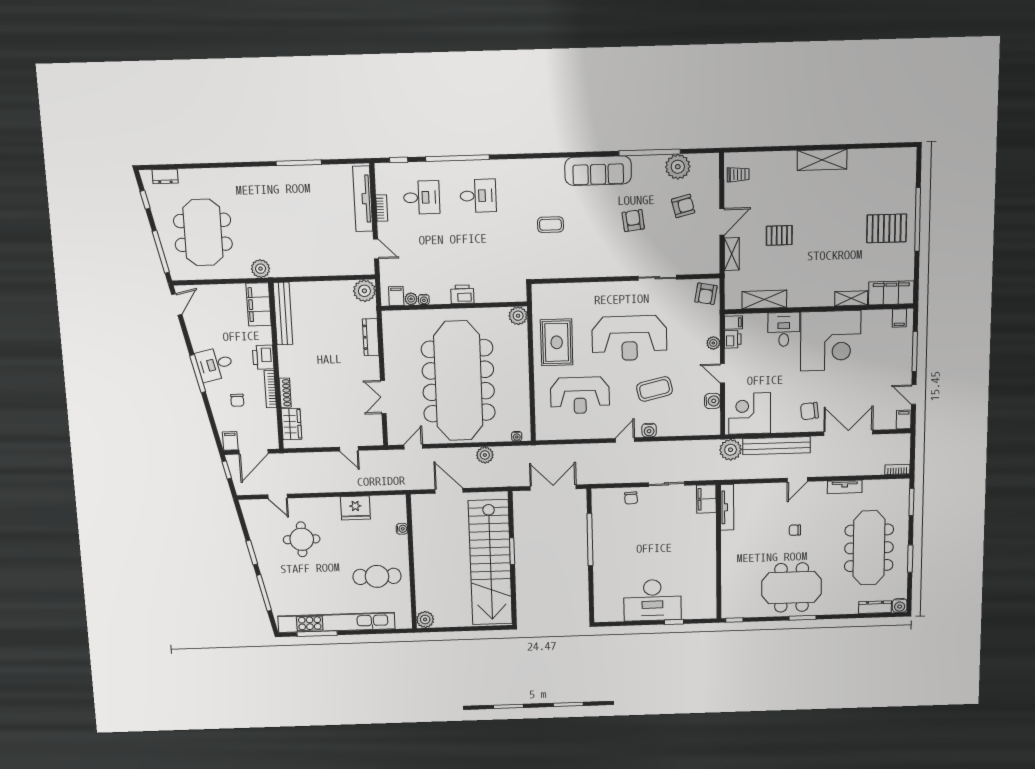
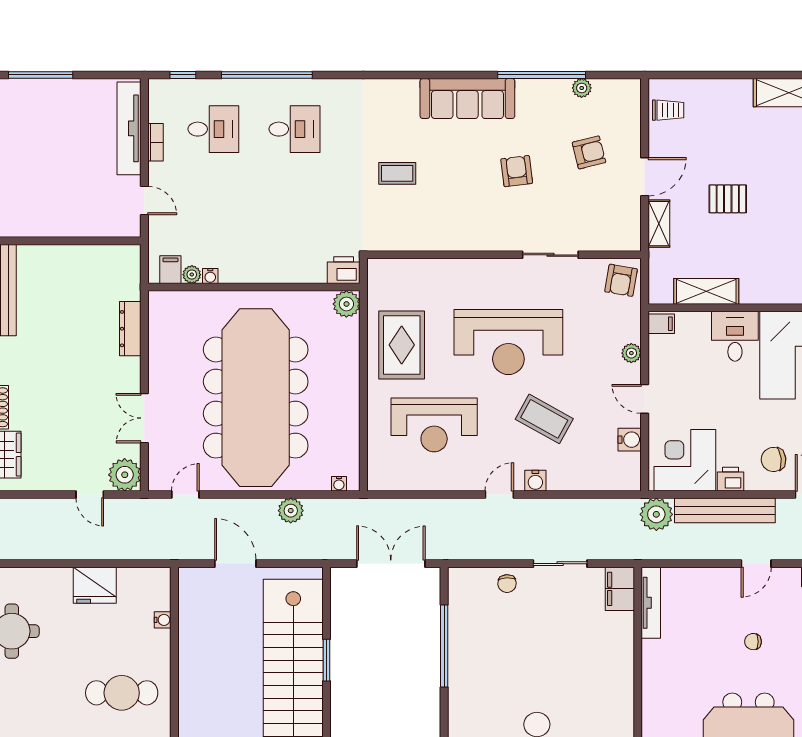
plant: (678, 167) -> (582, 88), width x0.53, depth x0.53
plant: (364, 291) -> (125, 475), moved
printer: (462, 294) -> (344, 270), moved
printer: (733, 339) -> (731, 479), moved, turned -90
coffee table: (655, 389) -> (544, 419), turned 42

